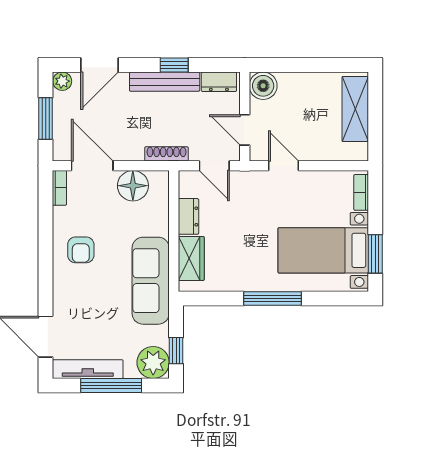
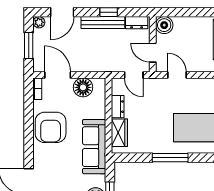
shoe rack: (167, 154) -> (104, 68), removed
armchair: (81, 250) -> (51, 127), width x1.88, depth x1.88

